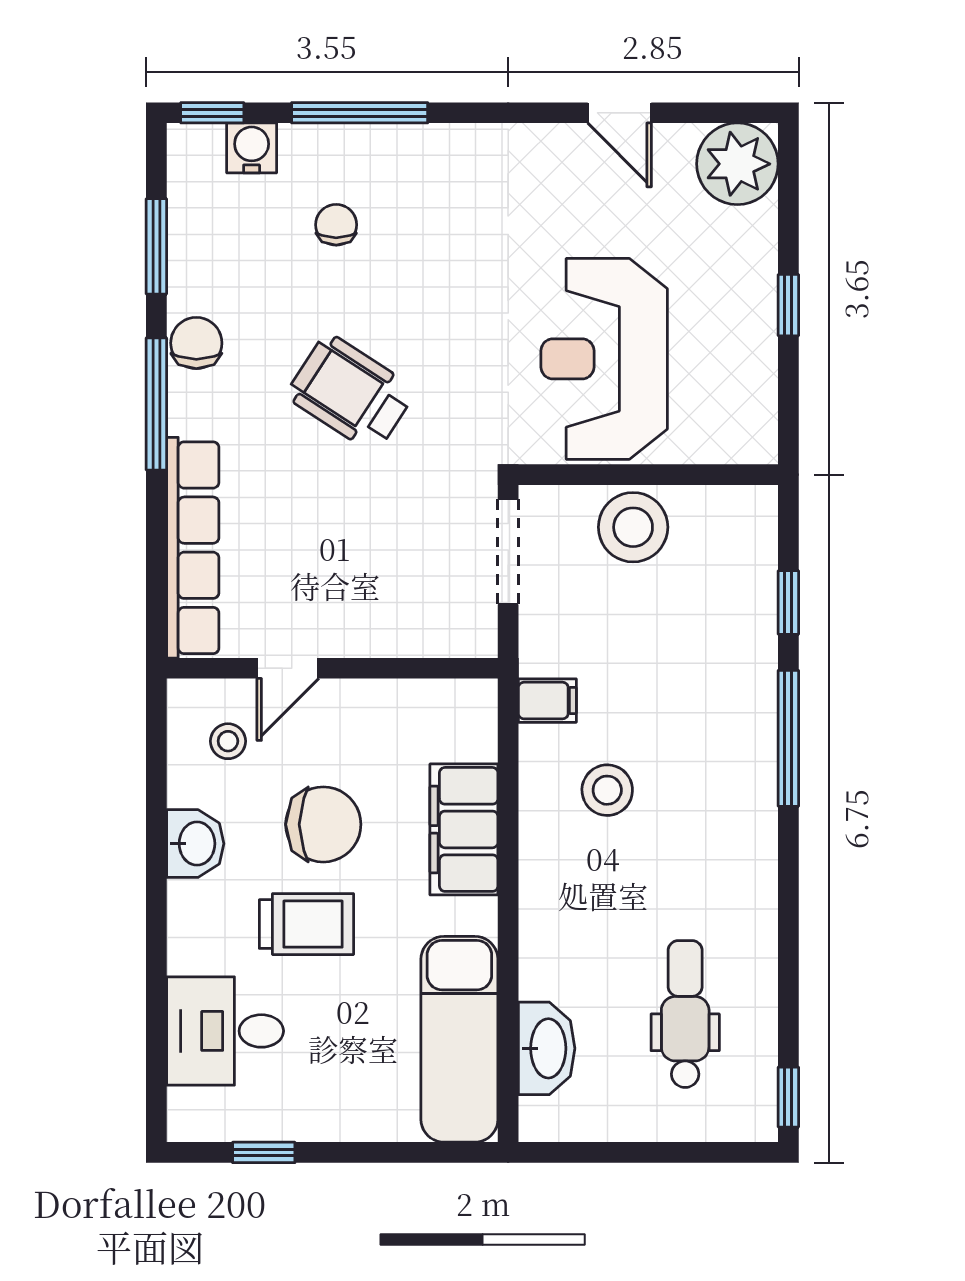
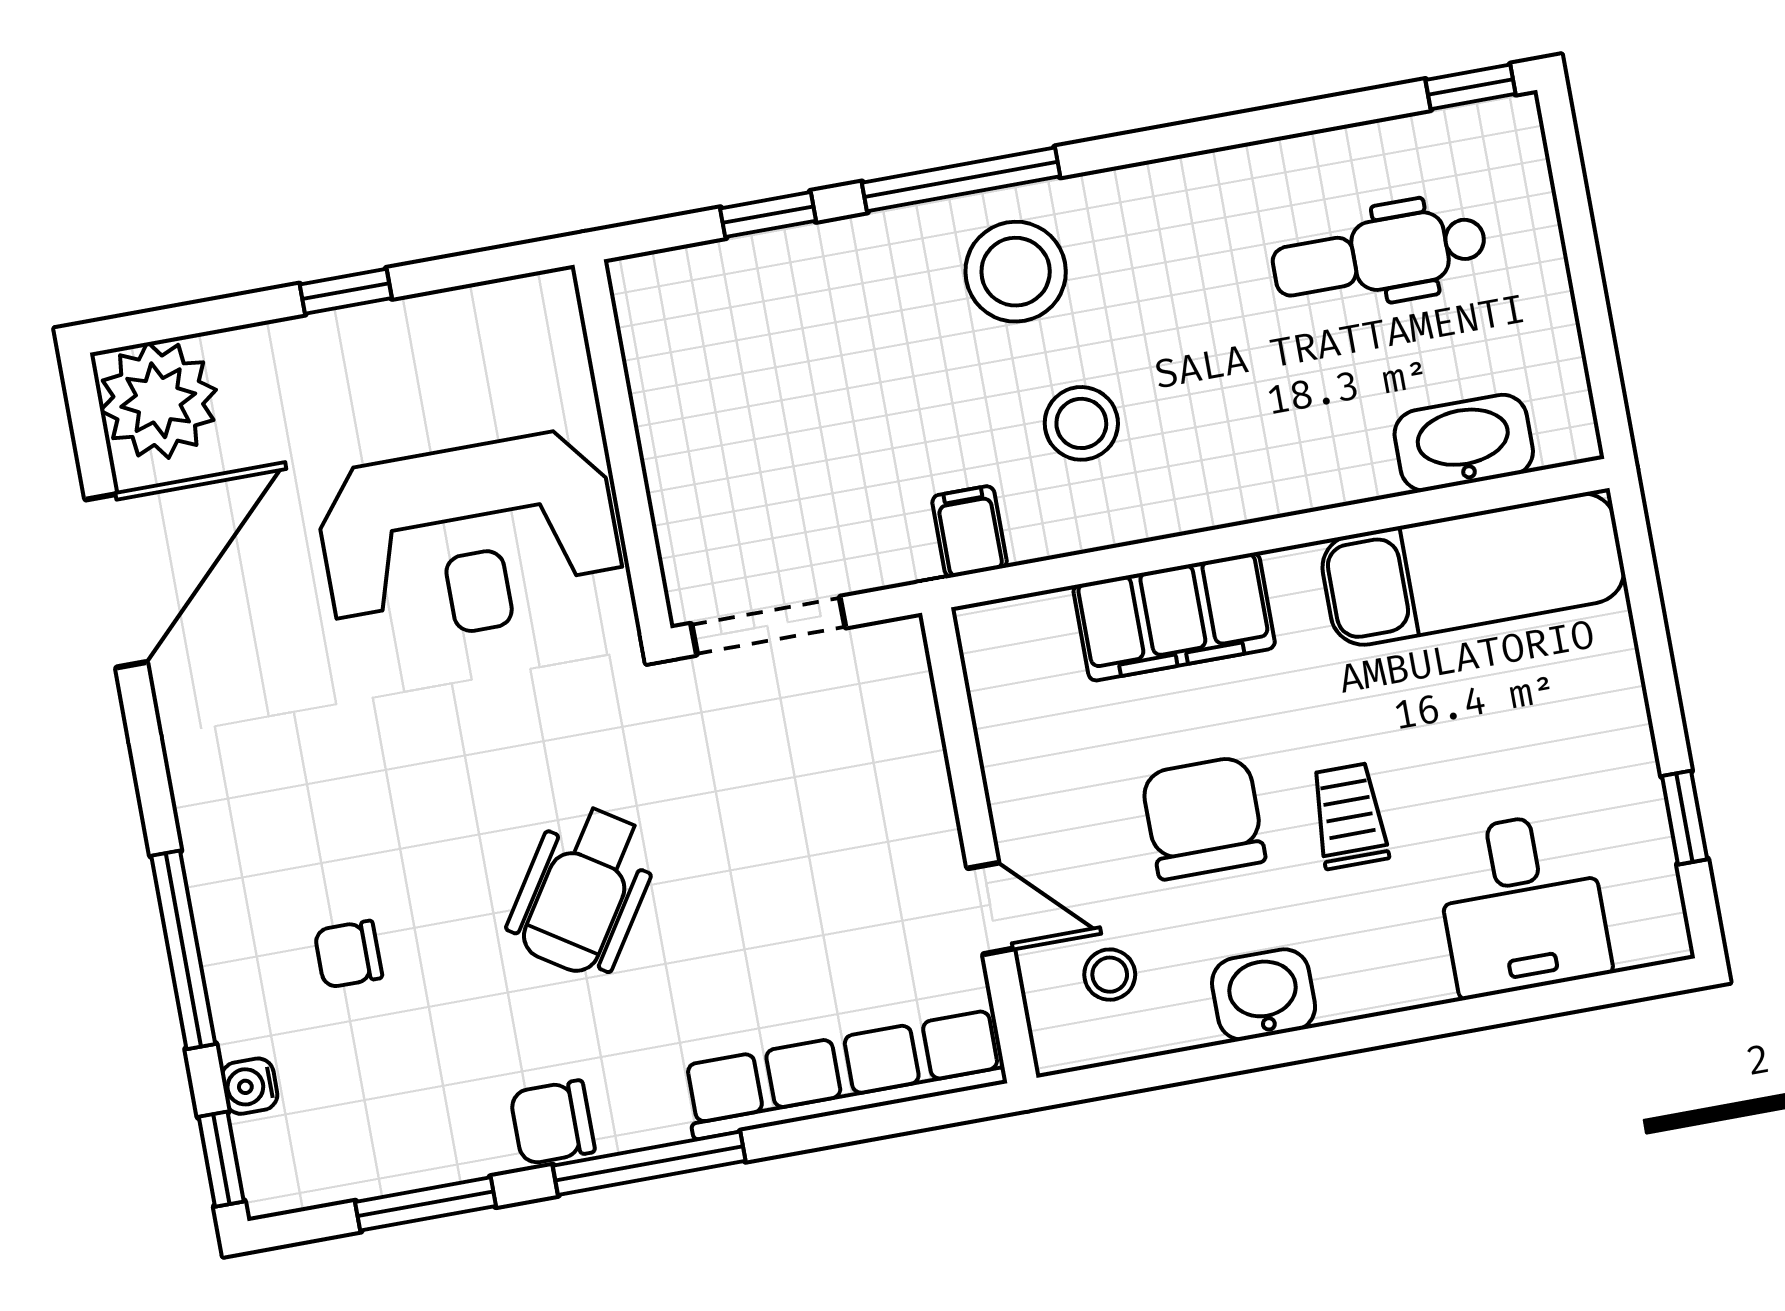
door: (619, 113) -> (116, 581), width x1.88
water cooler: (252, 148) -> (249, 1086), width x0.72, depth x0.72
stool: (633, 527) -> (1016, 272), moved
trolley: (306, 924) -> (1349, 816), width x0.73, depth x0.72

